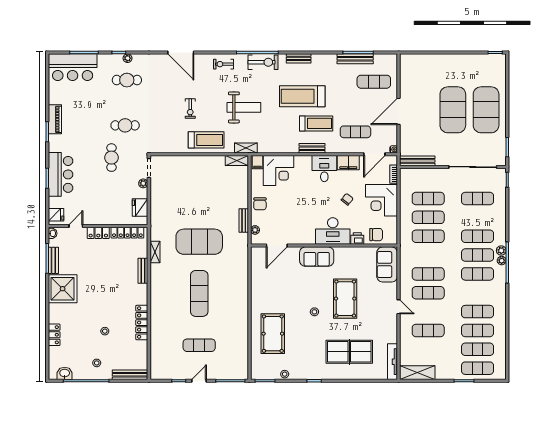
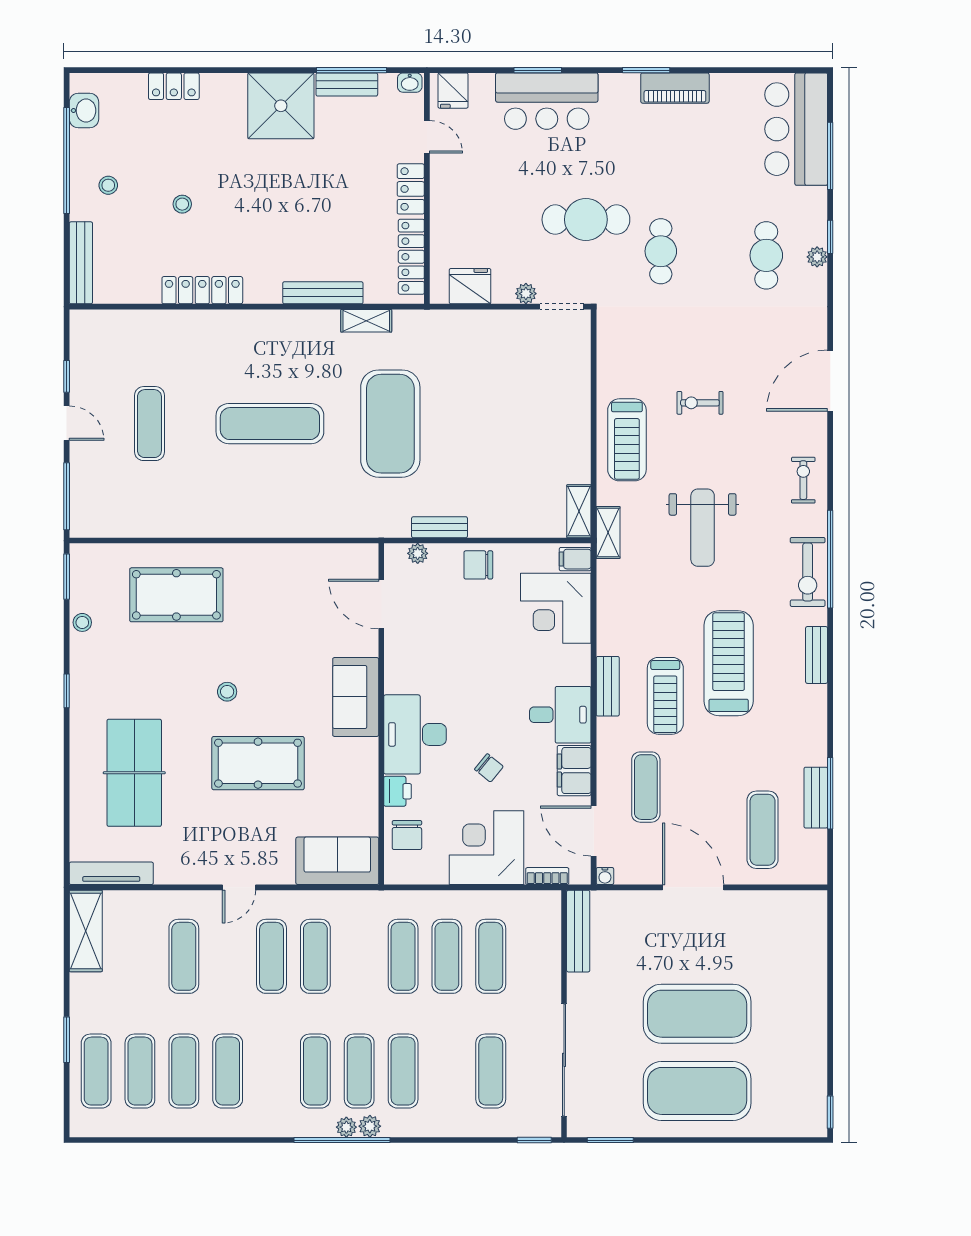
bench: (355, 59) -> (816, 798), width x0.73
cafe table: (111, 158) -> (586, 220), width x1.37, depth x1.35
bench: (143, 271) -> (323, 293), width x1.36

